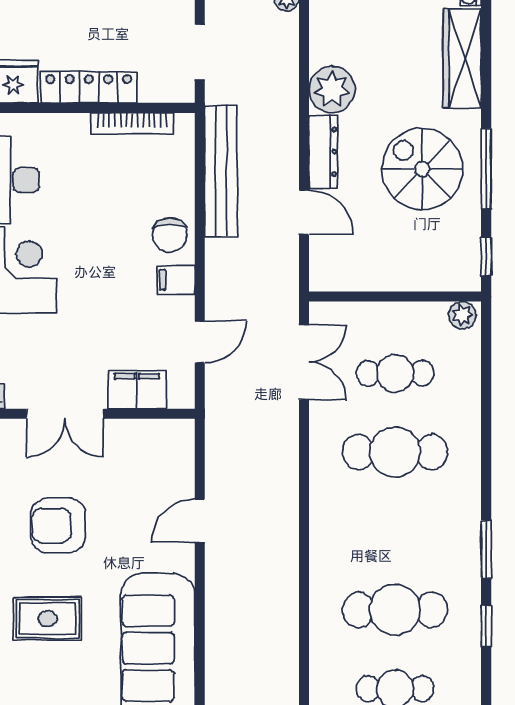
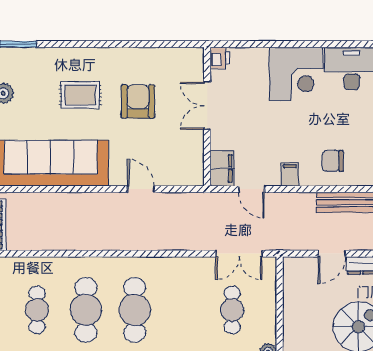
chair: (170, 235) -> (333, 161), moved
filing cabinet: (137, 390) -> (222, 168), moved
cafe table: (395, 452) -> (135, 310), moved
rug: (47, 619) -> (80, 95), turned 90

